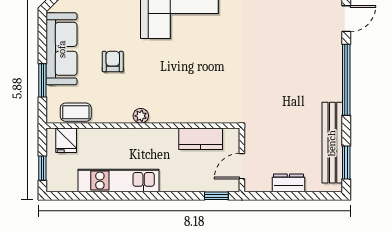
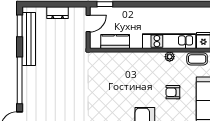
armchair: (113, 62) -> (173, 92), turned 90
plant: (141, 116) -> (170, 57), moved
kitchen unit: (119, 181) -> (169, 41), moved, turned 180

